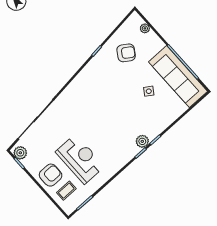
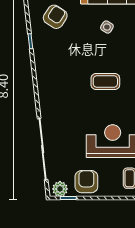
coffee table: (114, 121) -> (105, 82), added
armchair: (51, 175) -> (86, 182), moved

